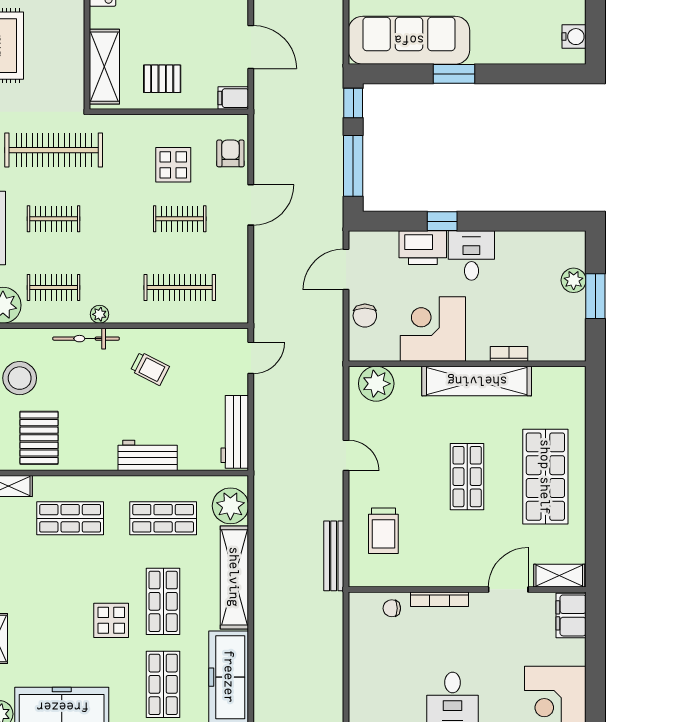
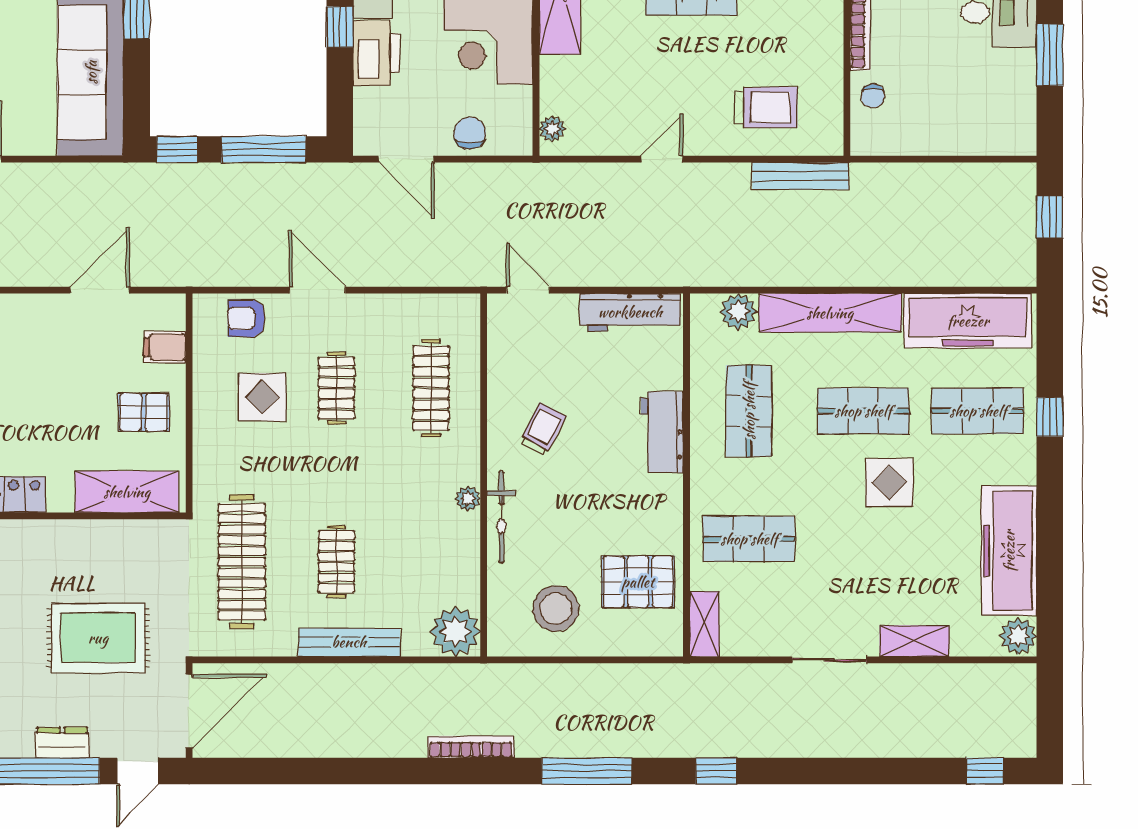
pallet: (162, 79) -> (144, 412), turned 90
filing cabinet: (233, 98) -> (165, 347), moved, turned 90
clothes rail: (54, 287) -> (431, 562), removed
chair: (365, 316) -> (470, 133), turned -90
plant: (376, 384) -> (552, 129), width x0.53, depth x0.53
plant: (230, 506) -> (738, 312), width x0.73, depth x0.73
shop shelf: (70, 518) -> (749, 539), turned 90

